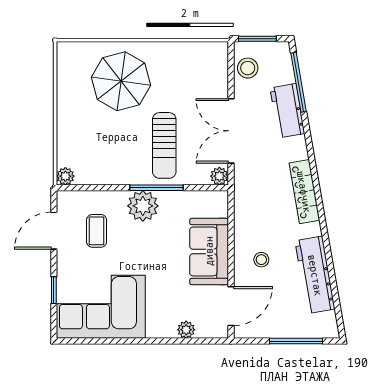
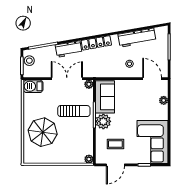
barbecue: (215, 62) -> (33, 86), added
stool: (248, 68) -> (29, 61), moved
workbench: (287, 111) -> (69, 49), moved
double door: (231, 131) -> (67, 79), swing flipped
door: (54, 231) -> (115, 165), hinge flipped
sofa: (209, 251) -> (105, 97), moved, turned -90

